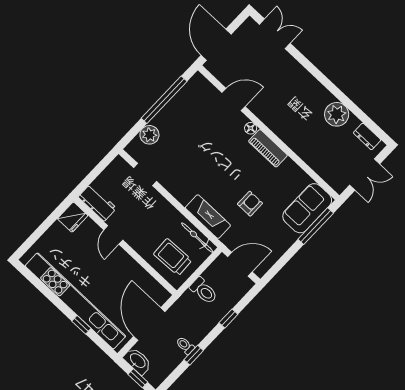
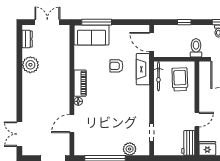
door: (234, 99) -> (72, 124), hinge flipped
fireplace: (208, 217) -> (143, 69), moved
trolley: (173, 257) -> (180, 79), turned 180
toilet: (204, 291) -> (196, 48), moved

